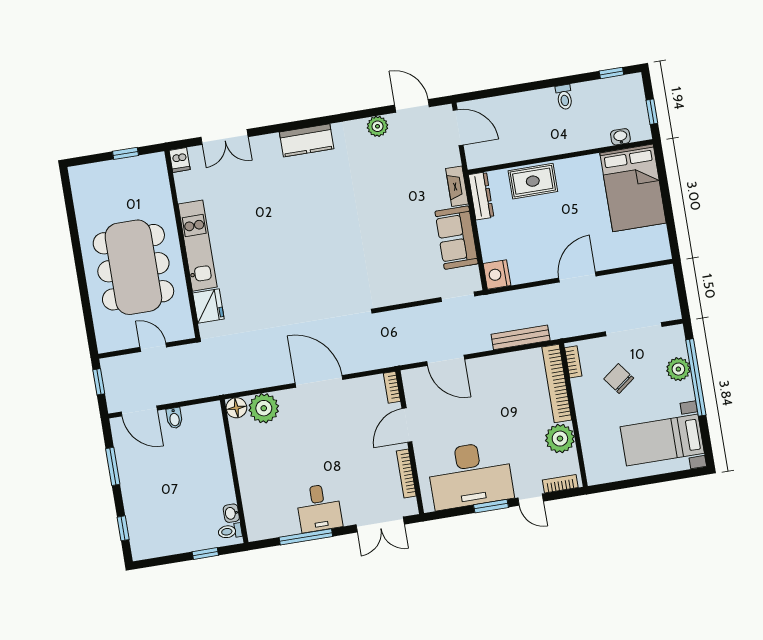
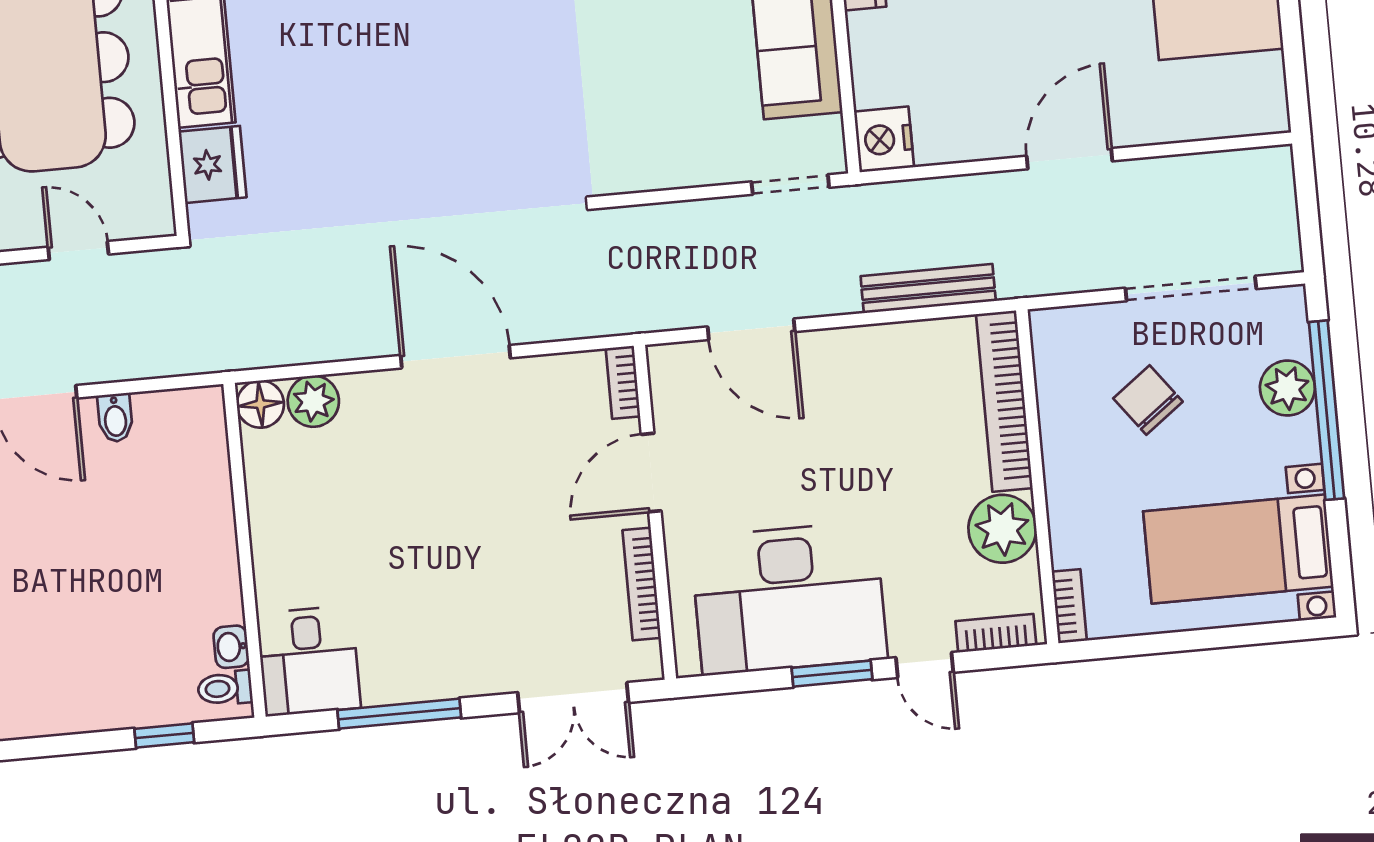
bookcase: (573, 362) -> (1069, 606), moved
plant: (264, 408) -> (313, 401), width x0.73, depth x0.73
desk: (319, 508) -> (309, 661), moved

